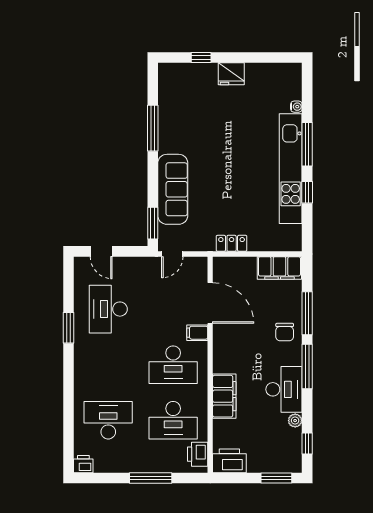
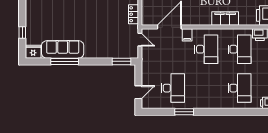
fridge: (231, 74) -> (33, 52), moved, turned -90
sofa: (173, 189) -> (63, 49), moved
door: (172, 254) -> (140, 40), moved
desk: (108, 309) -> (173, 88), turned -90
desk: (108, 420) -> (240, 88), turned 180

